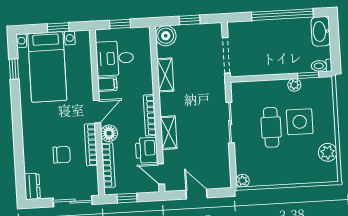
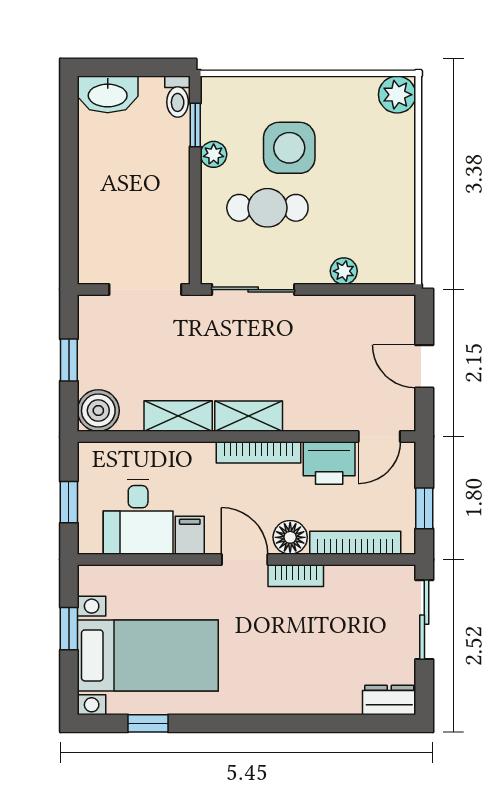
window: (282, 15) -> (69, 170), removed
sliding door: (230, 123) -> (253, 290), moved
cafe table: (271, 127) -> (267, 208), moved
shelving: (169, 133) -> (249, 416), moved
bookcase: (91, 145) -> (296, 576), width x0.64
plant: (328, 152) -> (397, 95), moved
chair: (62, 155) -> (328, 636), removed
plant: (243, 181) -> (344, 271), moved
door: (197, 194) -> (424, 366), hinge flipped

